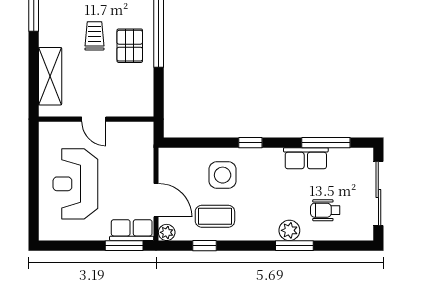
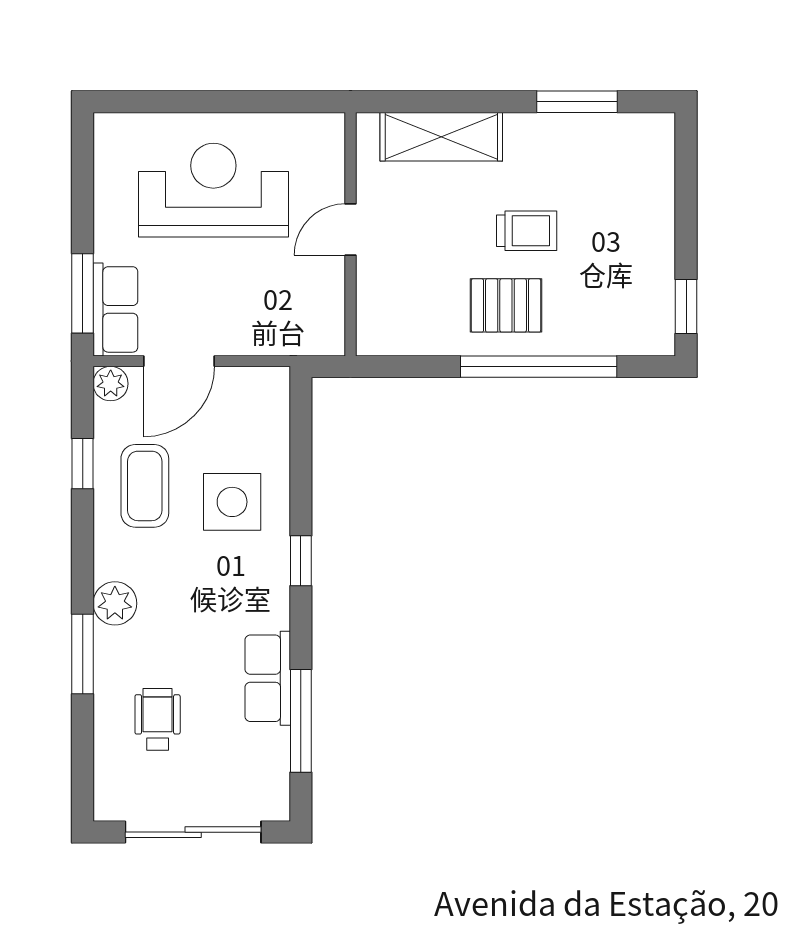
plant: (289, 230) -> (115, 603), moved

